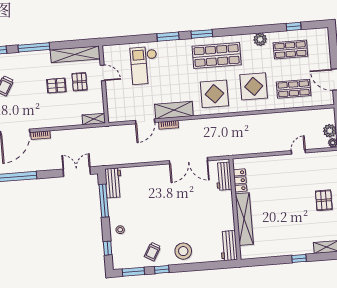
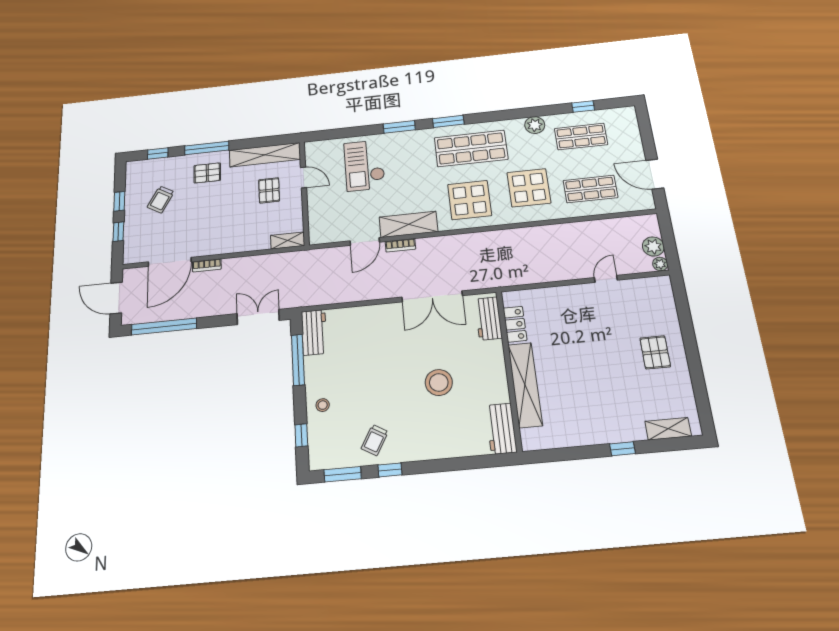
pallet: (56, 86) -> (207, 173), moved
stool: (183, 251) -> (439, 382), moved

